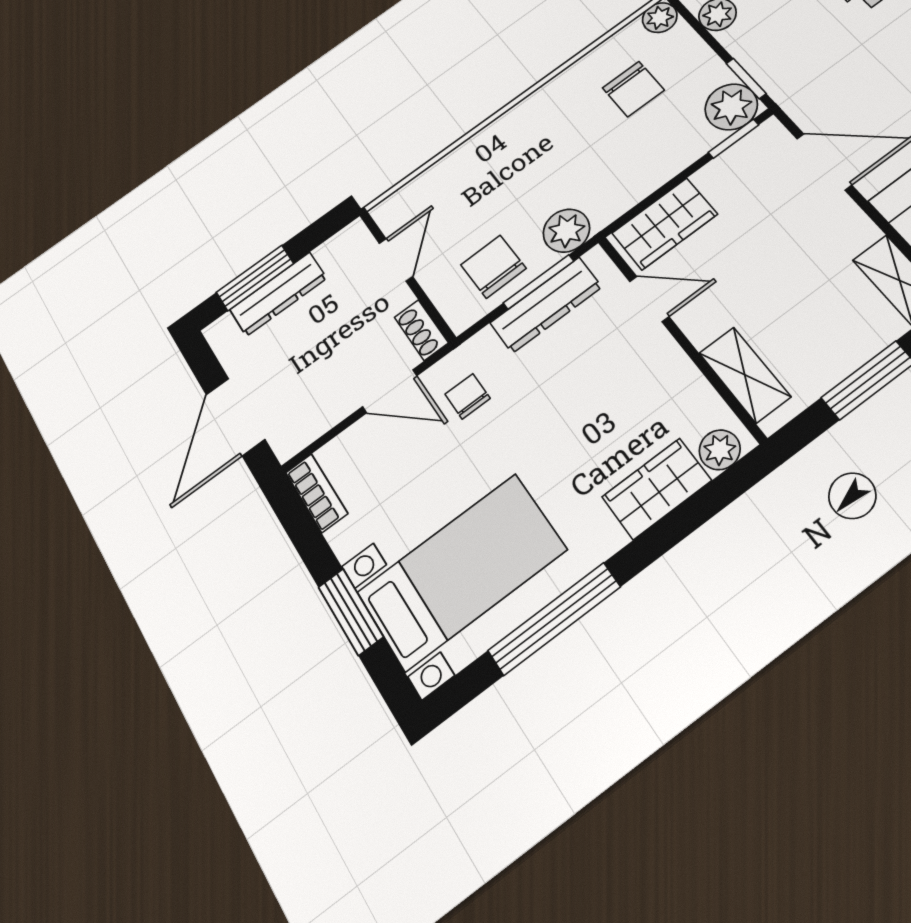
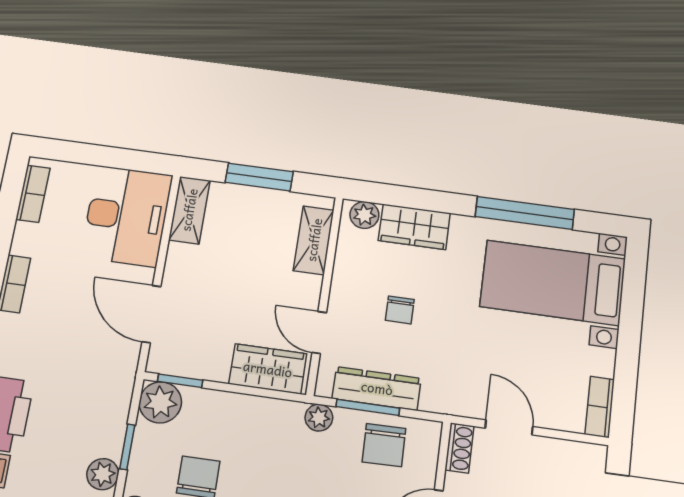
window: (746, 78) -> (127, 447), moved
plant: (566, 231) -> (319, 418), width x0.73, depth x0.73
chair: (468, 396) -> (400, 310), moved
window: (351, 612) -> (631, 319), removed

